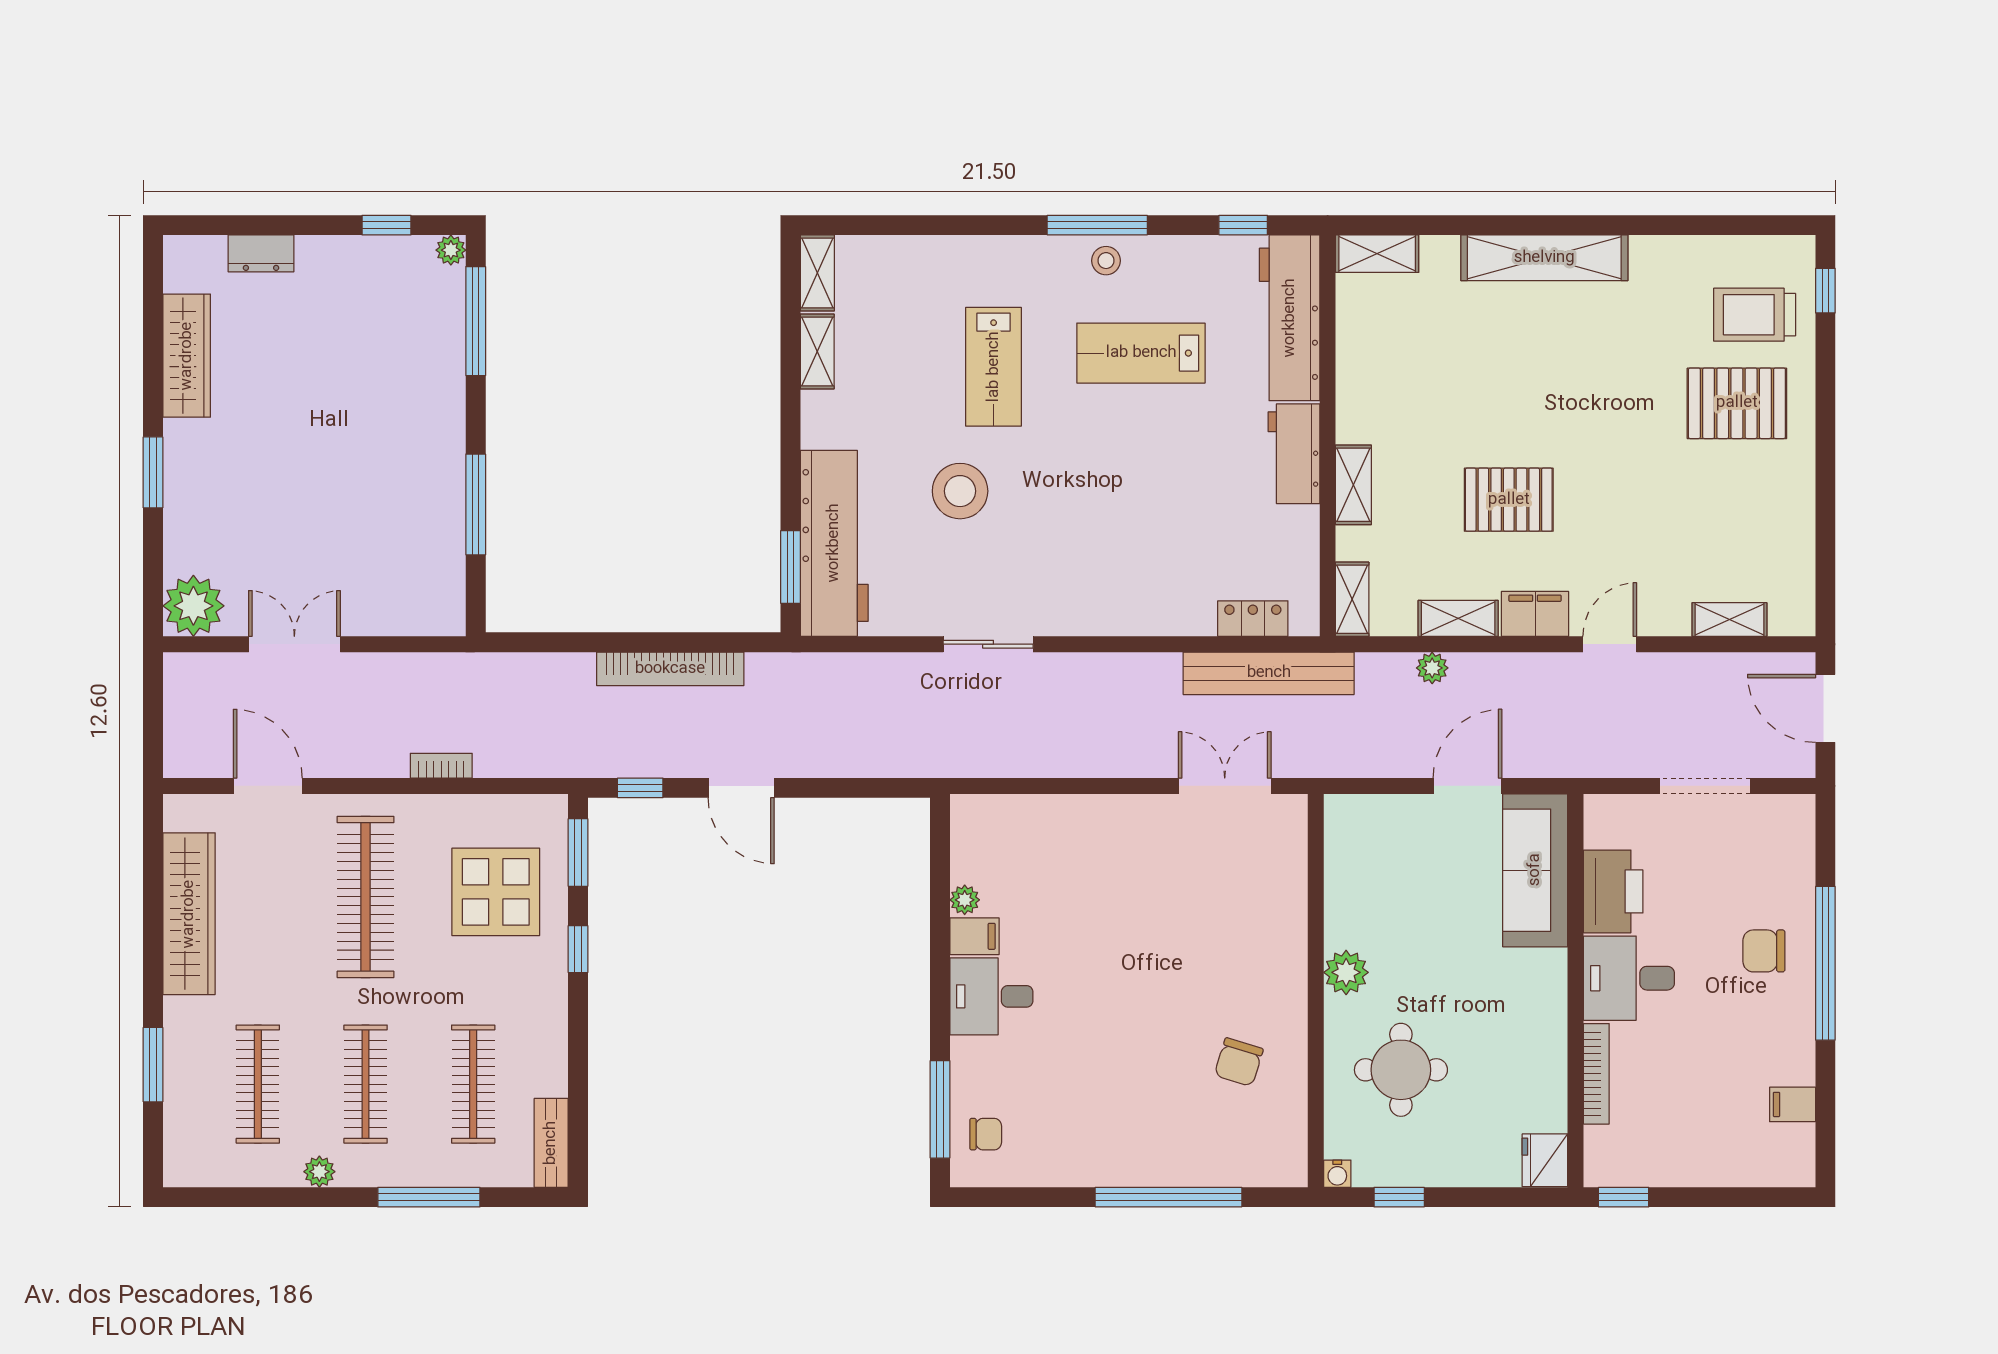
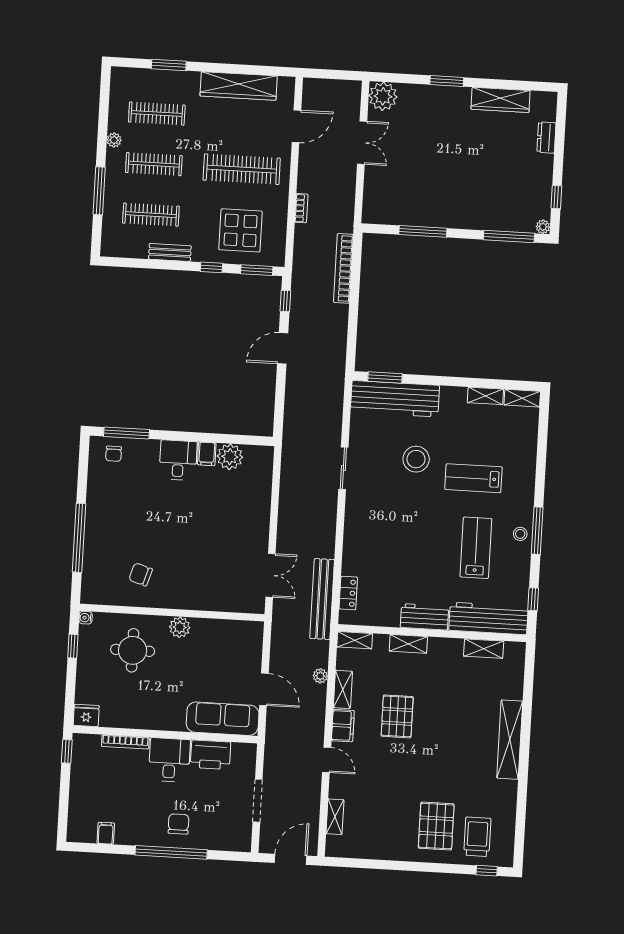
shelving: (1377, 254) -> (484, 649), moved, turned 90
bookcase: (670, 669) -> (343, 268), moved
plant: (965, 900) -> (230, 457), width x1.88, depth x1.88
bench: (551, 1143) -> (170, 252), moved

